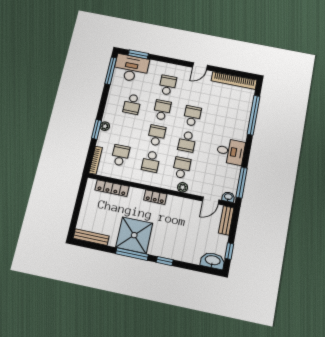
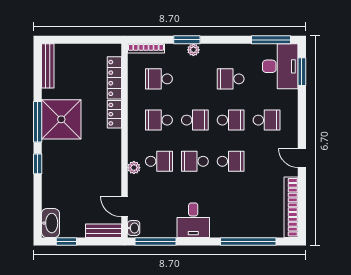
school desk: (120, 155) -> (159, 79), turned 180
locker: (155, 197) -> (114, 114), moved

